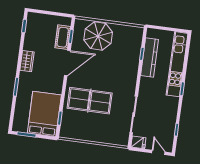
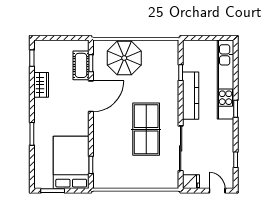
kitchen counter: (149, 57) -> (191, 96), moved
wardrobe: (27, 61) -> (41, 85), moved
table tennis table: (90, 101) -> (146, 129), moved, turned 90

